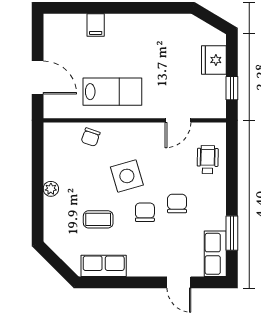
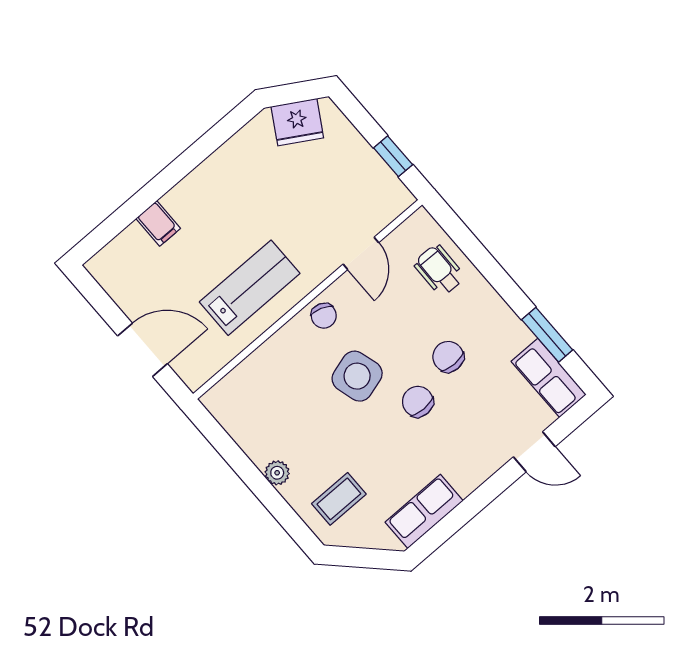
fridge: (214, 60) -> (297, 122), moved, turned -59
chair: (91, 137) -> (324, 316), moved
coffee table: (98, 219) -> (339, 499), moved

